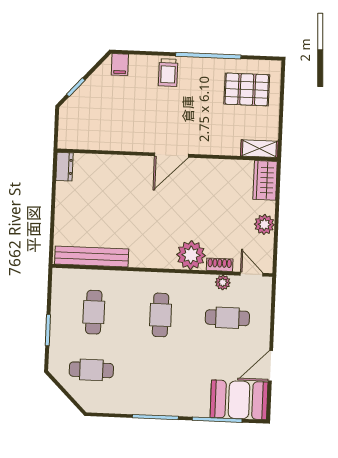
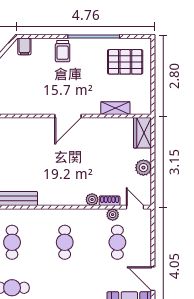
shelving: (259, 149) -> (115, 108), moved
plant: (191, 255) -> (92, 200), width x0.53, depth x0.53
cafe table: (227, 318) -> (117, 242), turned 90
door: (270, 366) -> (153, 279), hinge flipped

